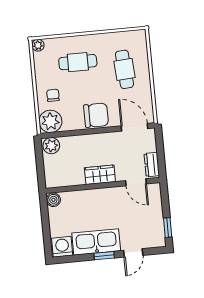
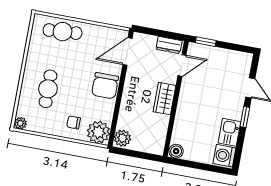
cafe table: (124, 69) -> (63, 32), moved
chair: (96, 115) -> (105, 86), turned 180
window: (168, 228) -> (206, 42), moved
kitchen sink: (96, 242) -> (229, 132), width x0.53, depth x0.81

